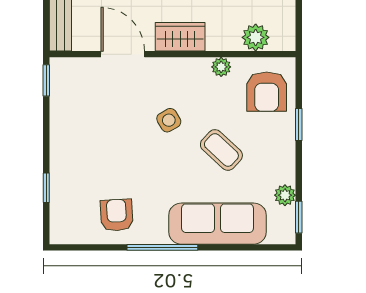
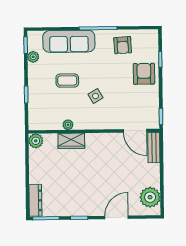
wardrobe: (180, 37) -> (71, 141), moved
plant: (256, 37) -> (36, 141), moved
door: (123, 54) -> (135, 131), moved
armchair: (267, 92) -> (144, 74), moved
coffee table: (221, 150) -> (67, 81), turned -43

